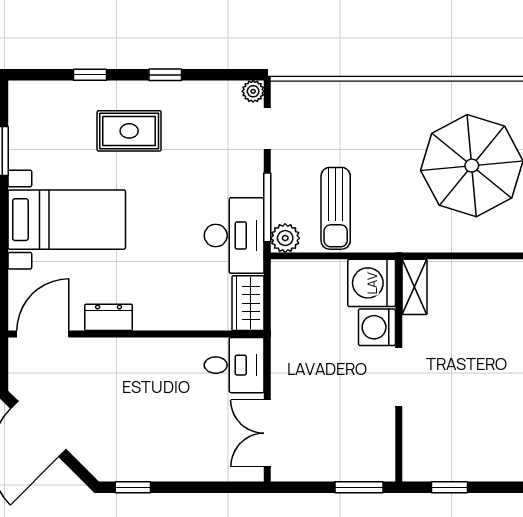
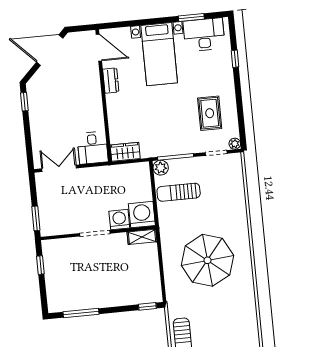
window: (165, 75) -> (239, 98), removed
rug: (129, 131) -> (210, 113), moved
desk: (234, 236) -> (204, 35), moved, turned 180

